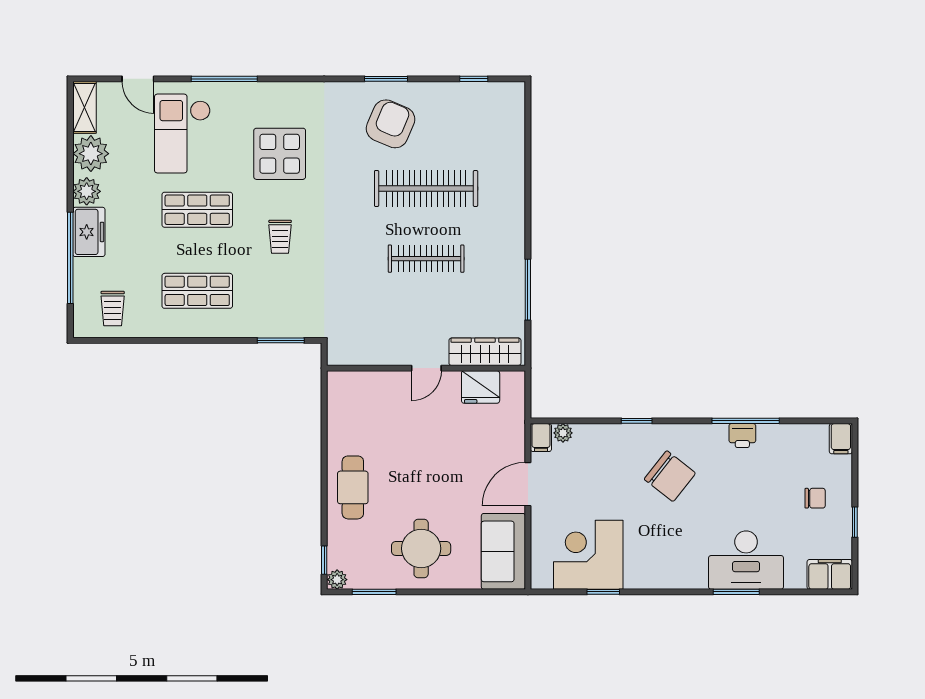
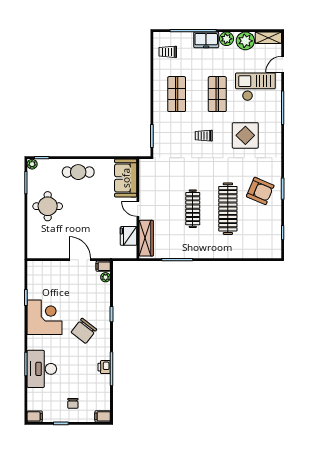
sofa: (503, 551) -> (126, 178), moved, turned -90
corner desk: (588, 555) -> (44, 317), moved
filing cabinet: (830, 574) -> (35, 416), width x0.50

